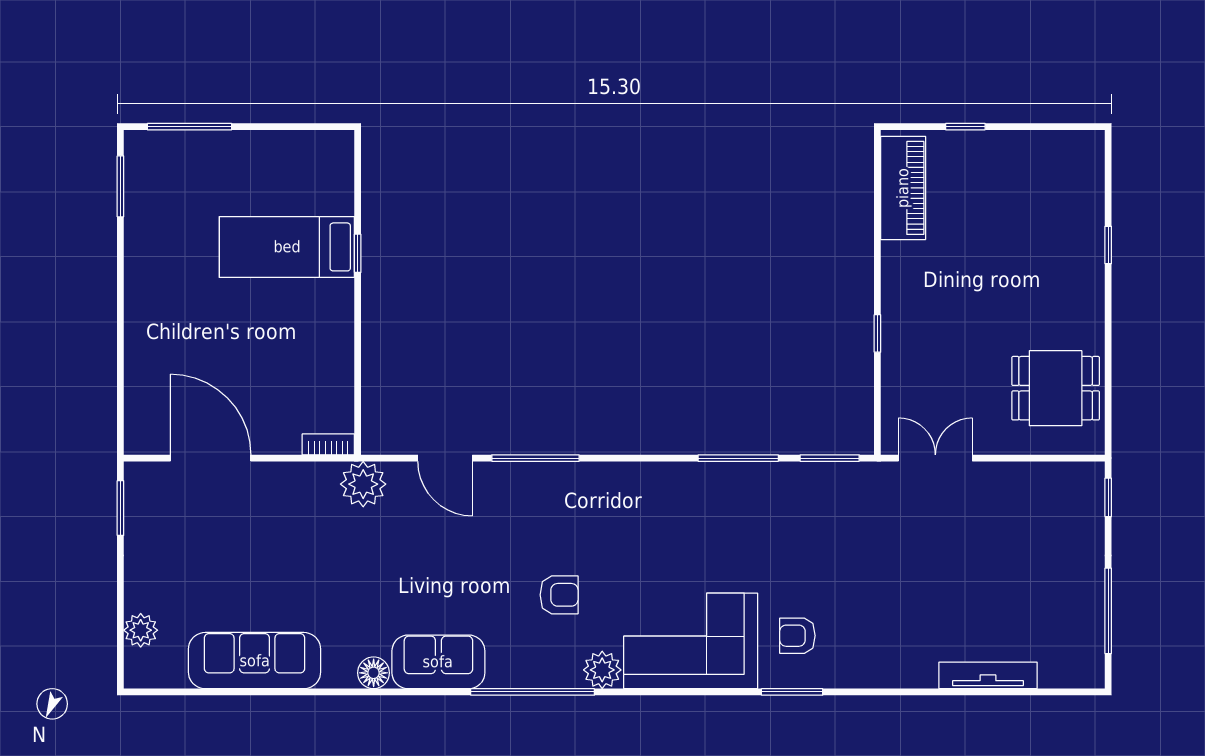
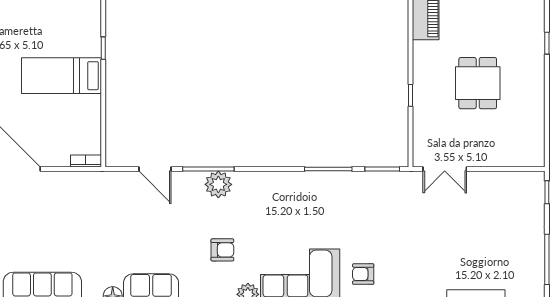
bed: (287, 247) -> (61, 76), moved
dining table: (1056, 388) -> (478, 83), moved, turned 90
double door: (935, 458) -> (445, 169), swing flipped
plant: (363, 484) -> (218, 184), moved

